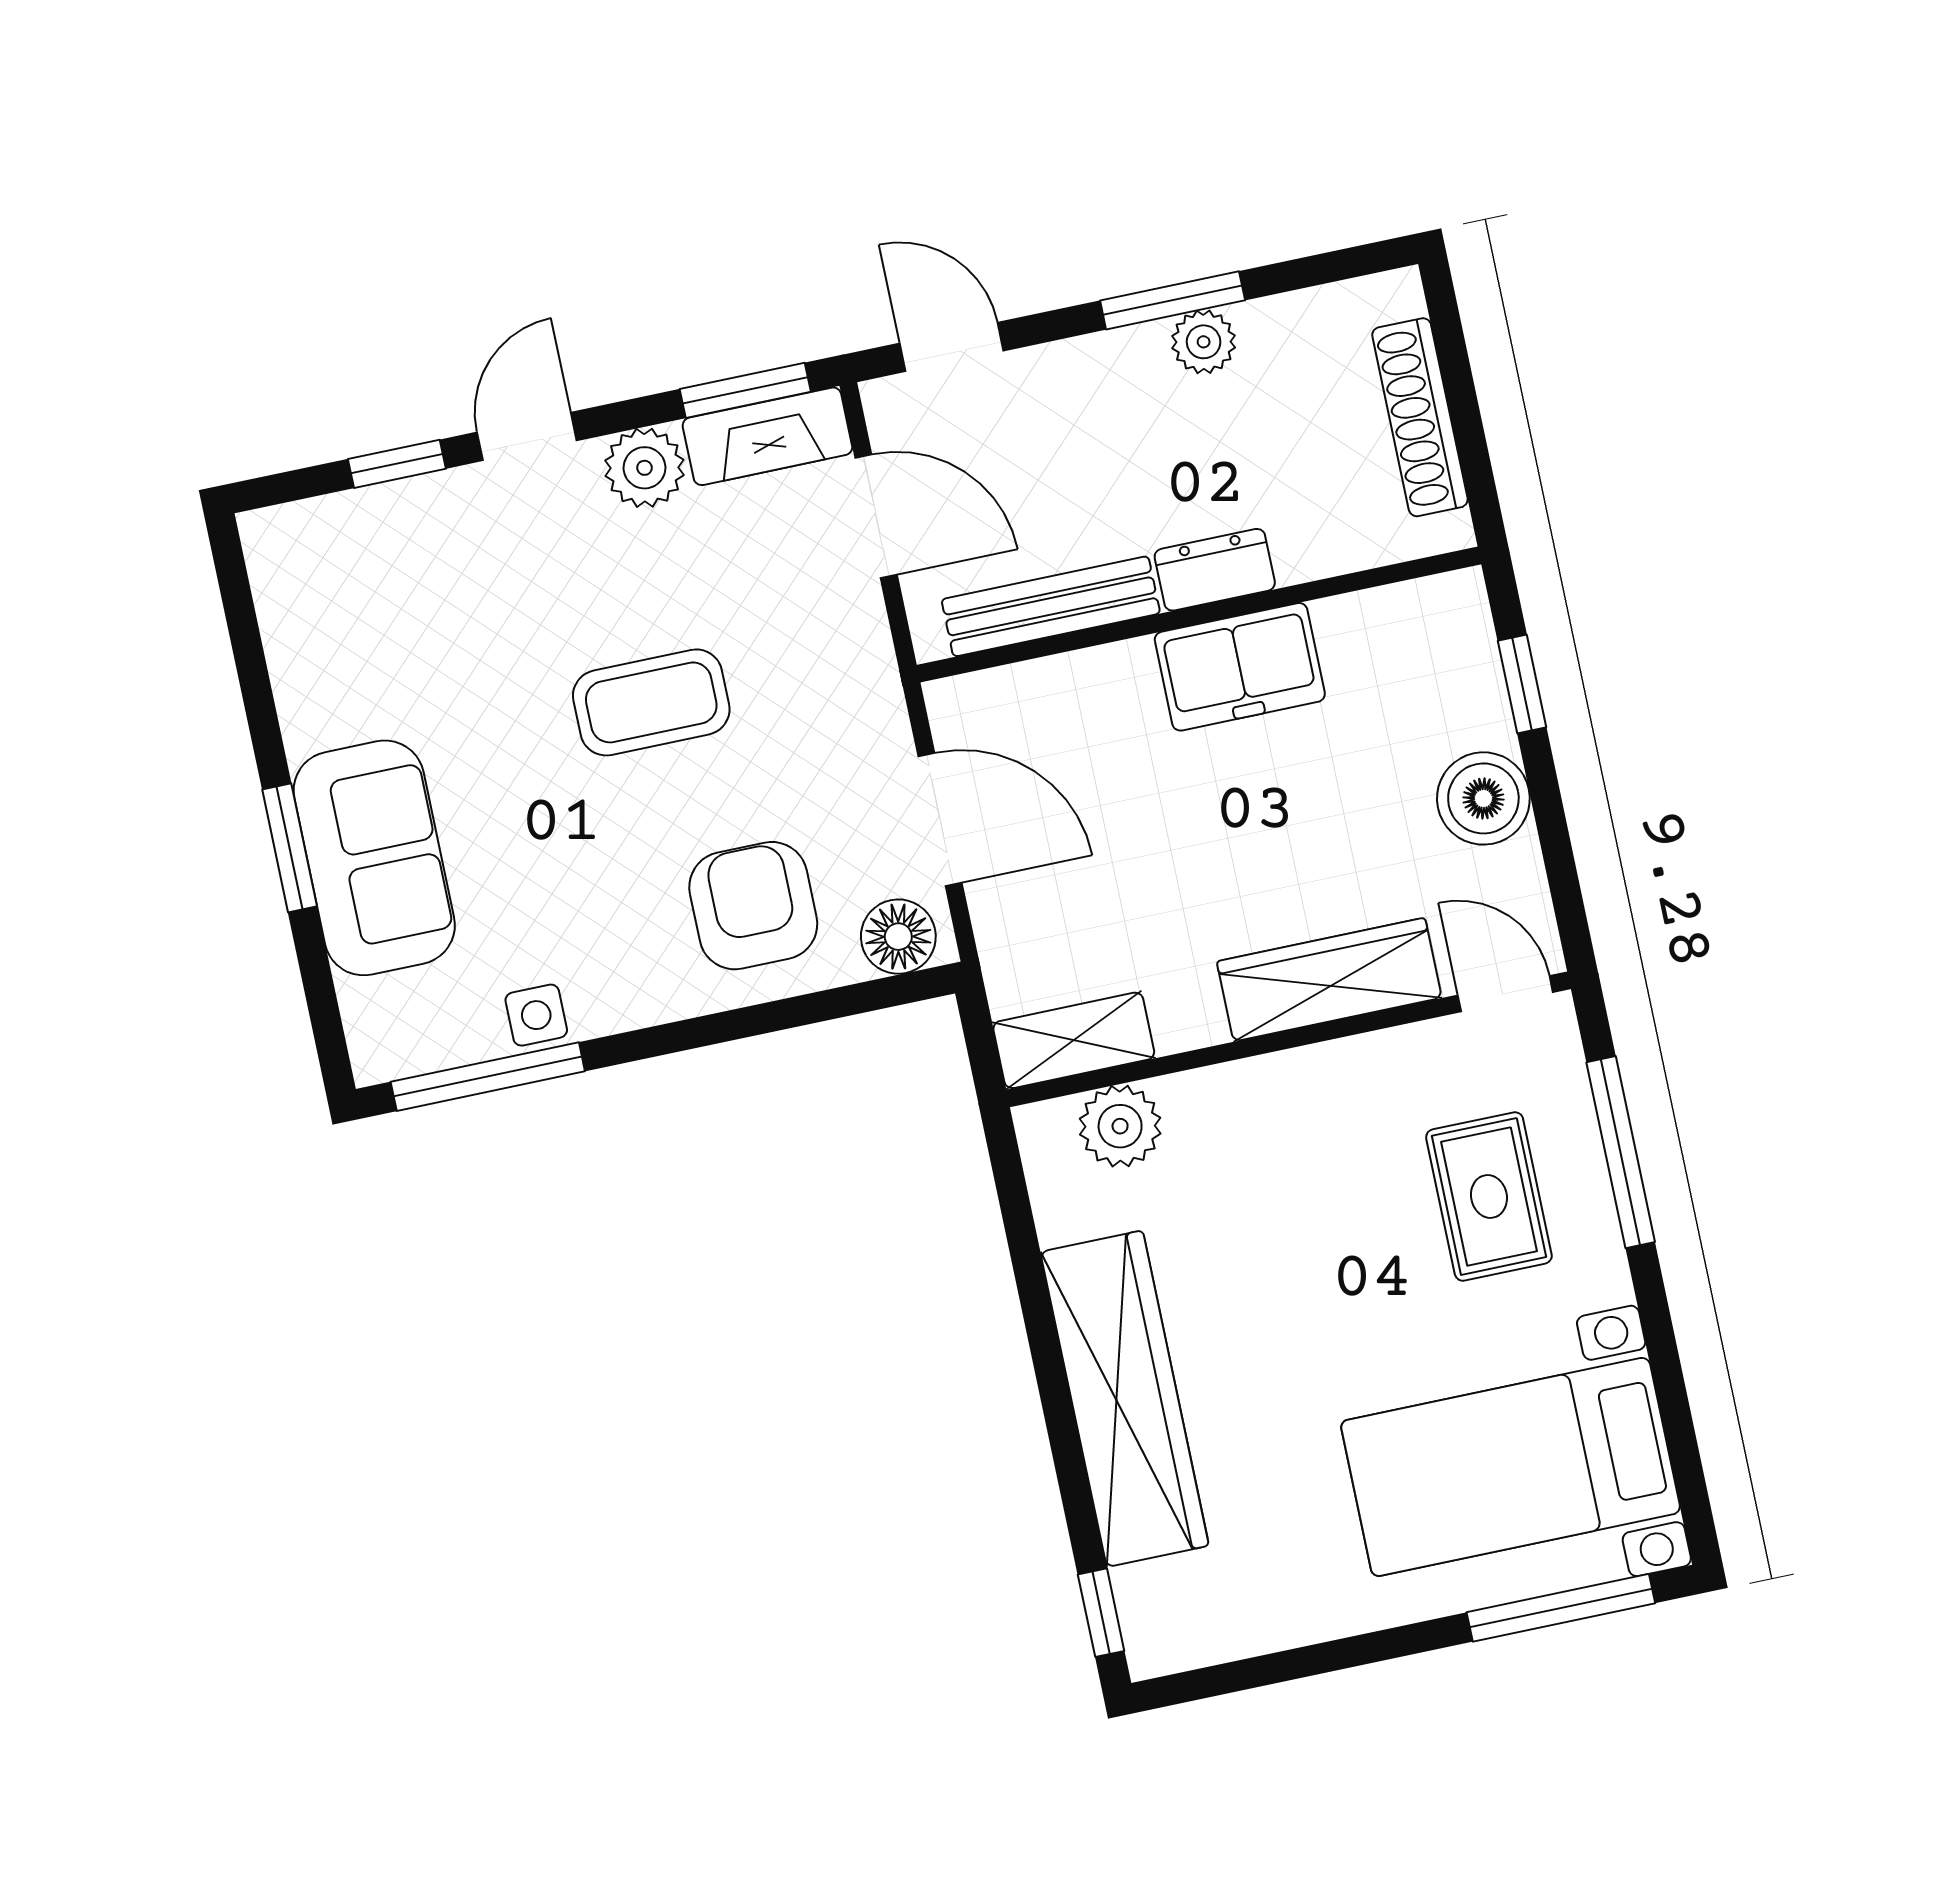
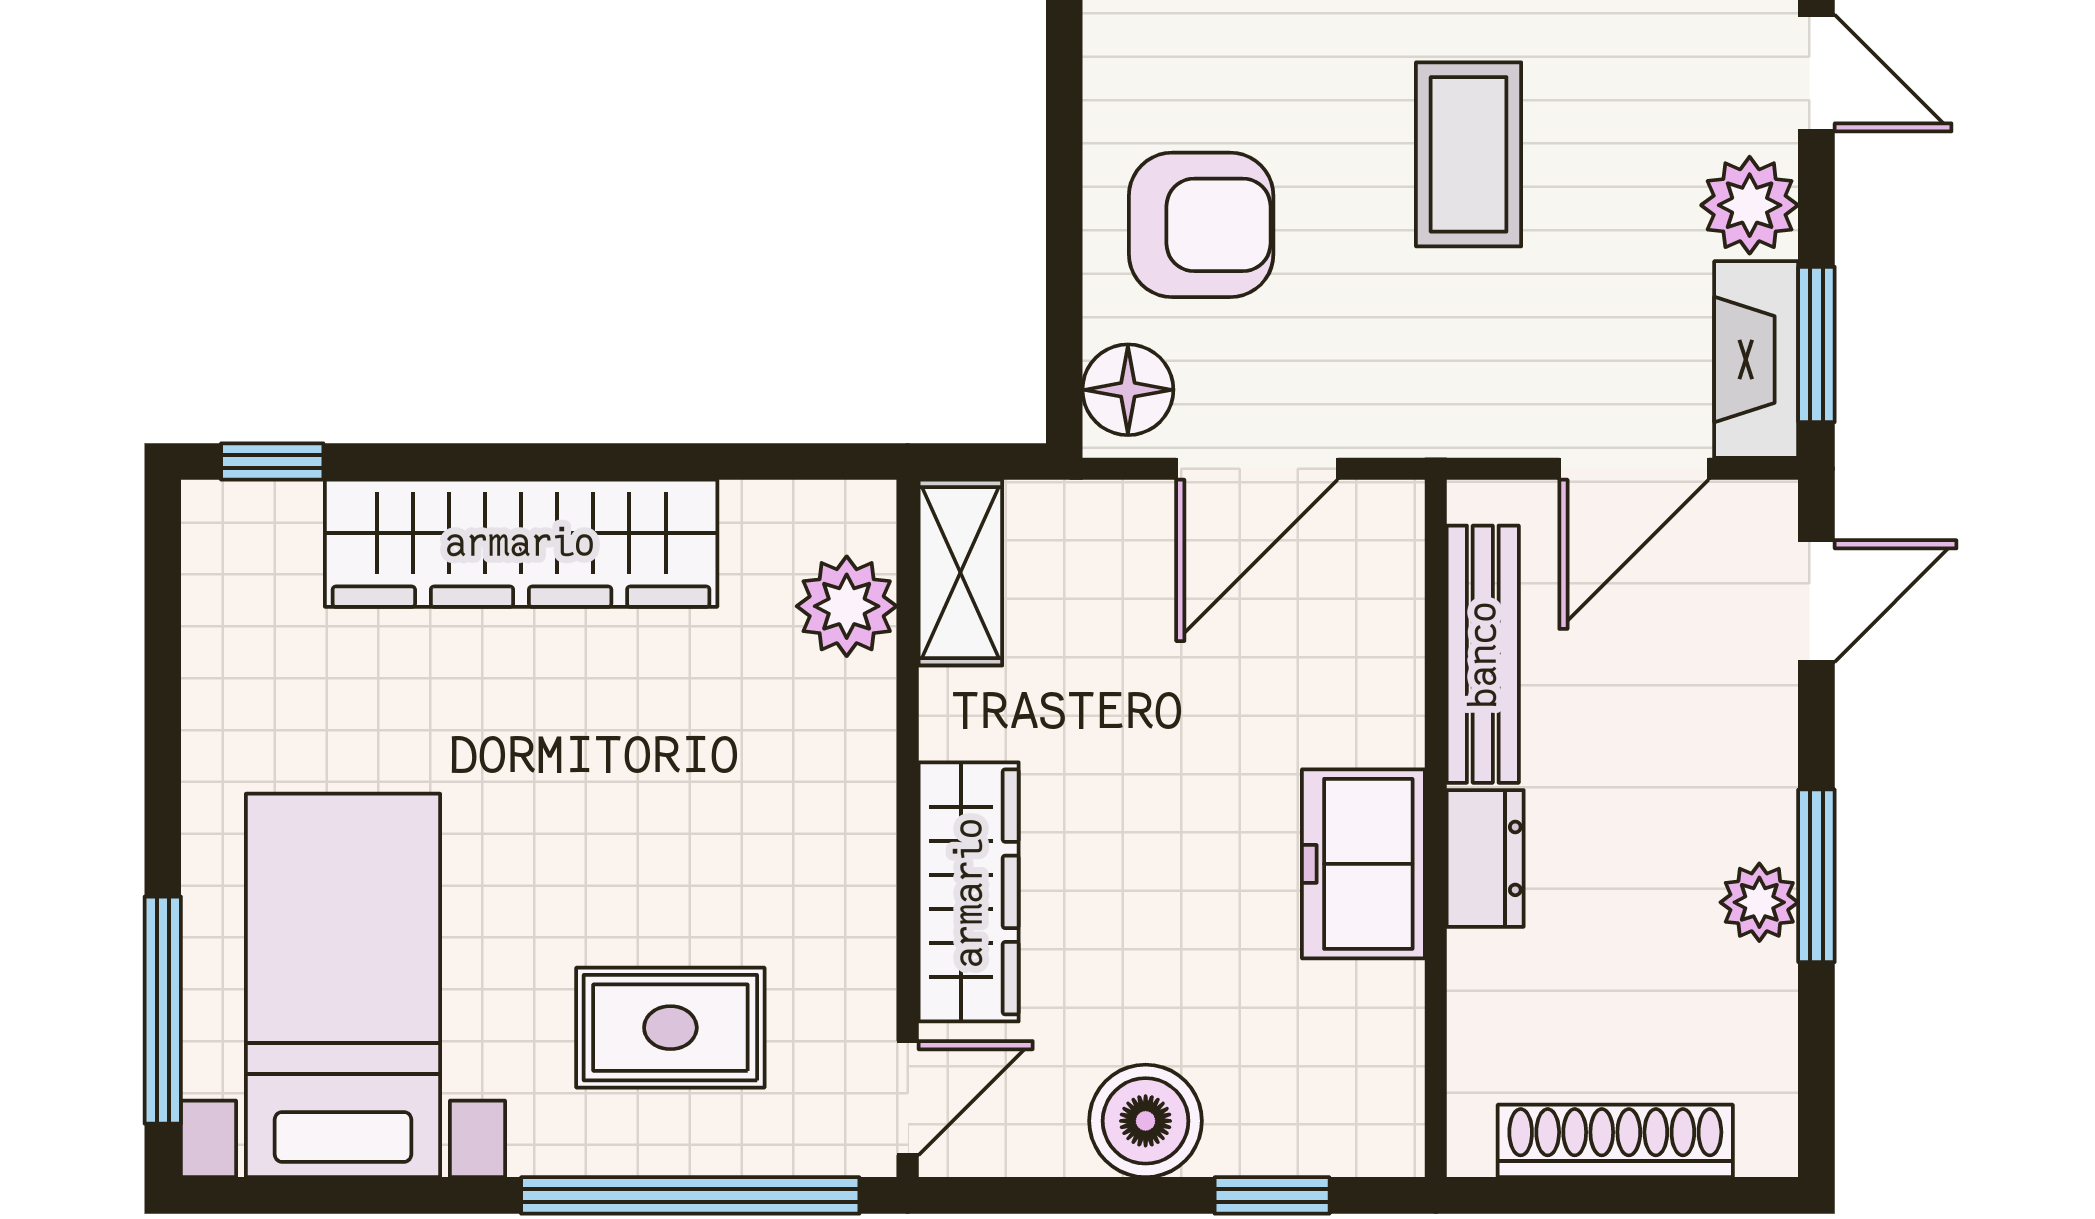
window: (1621, 1152) -> (690, 1195), width x1.46

